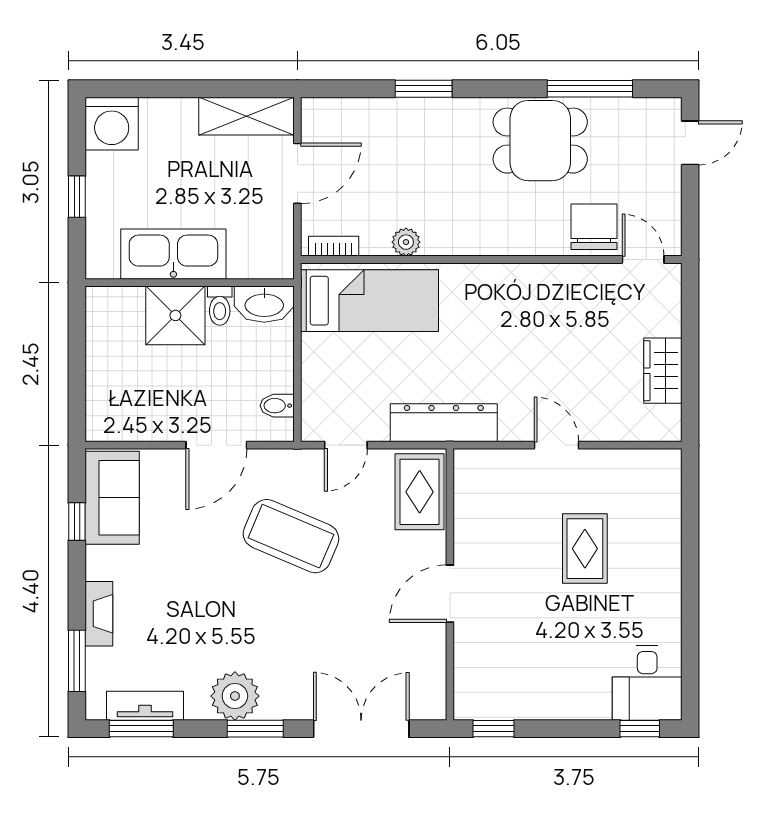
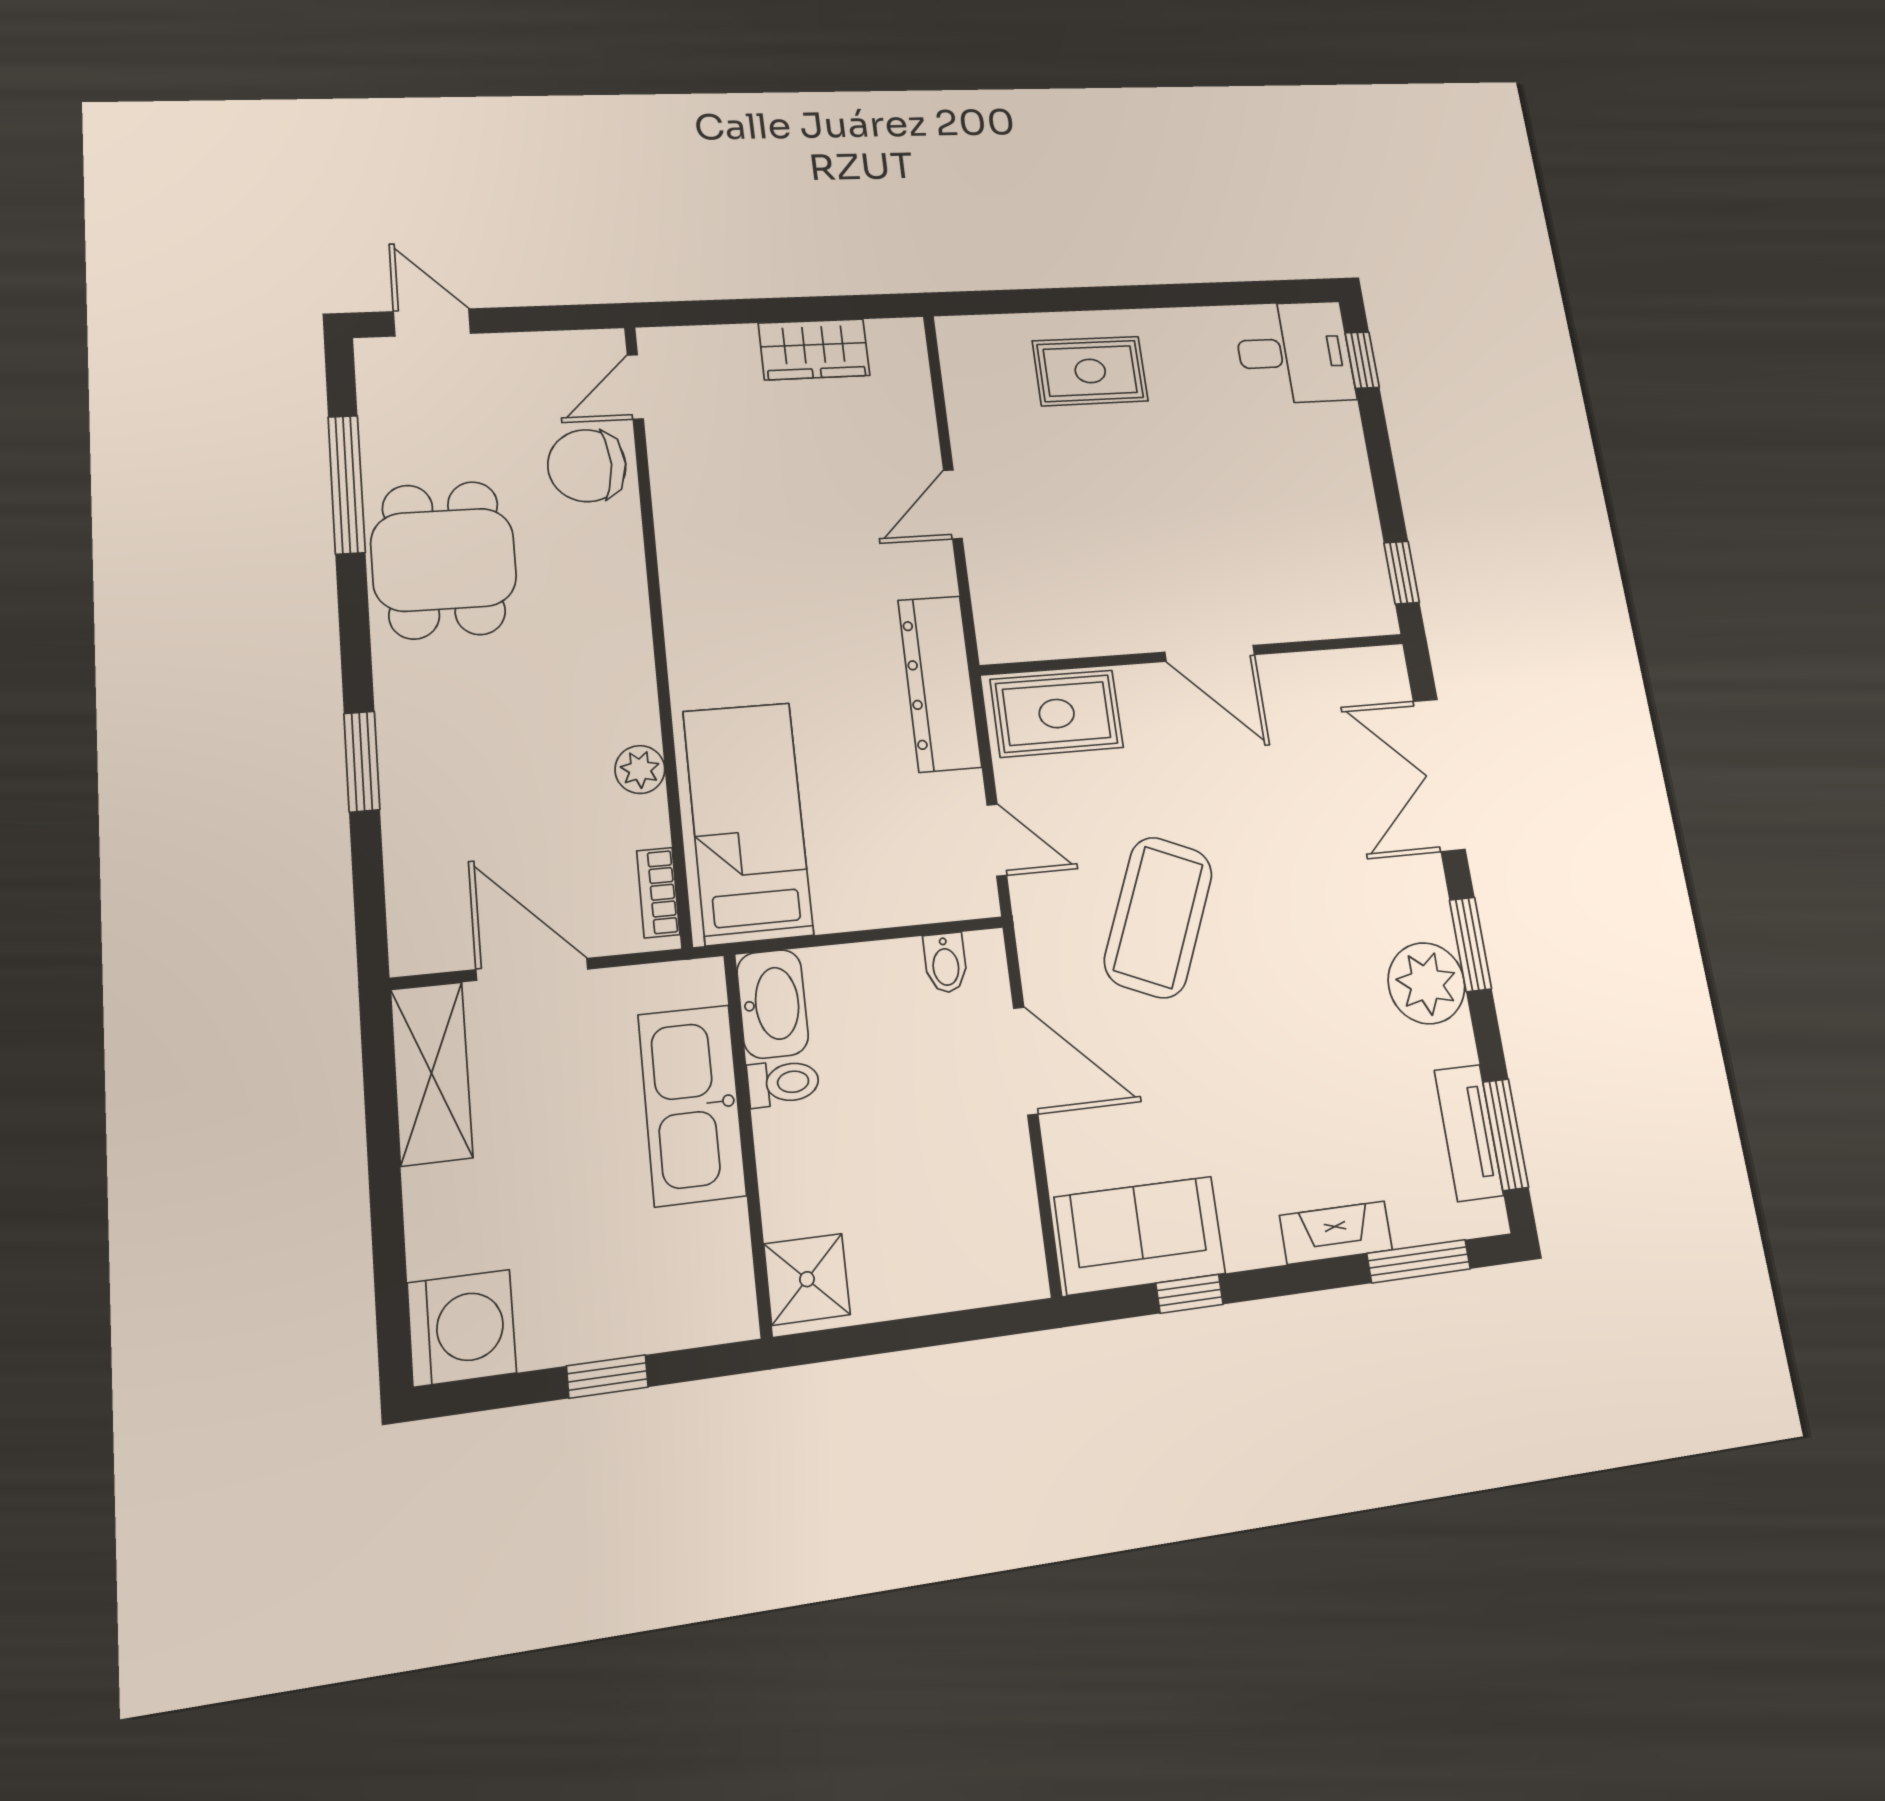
kitchen sink: (173, 254) -> (692, 1105), moved
shower: (175, 315) -> (807, 1279), moved, width x0.73, depth x0.73
rug: (585, 549) -> (1090, 371), moved

